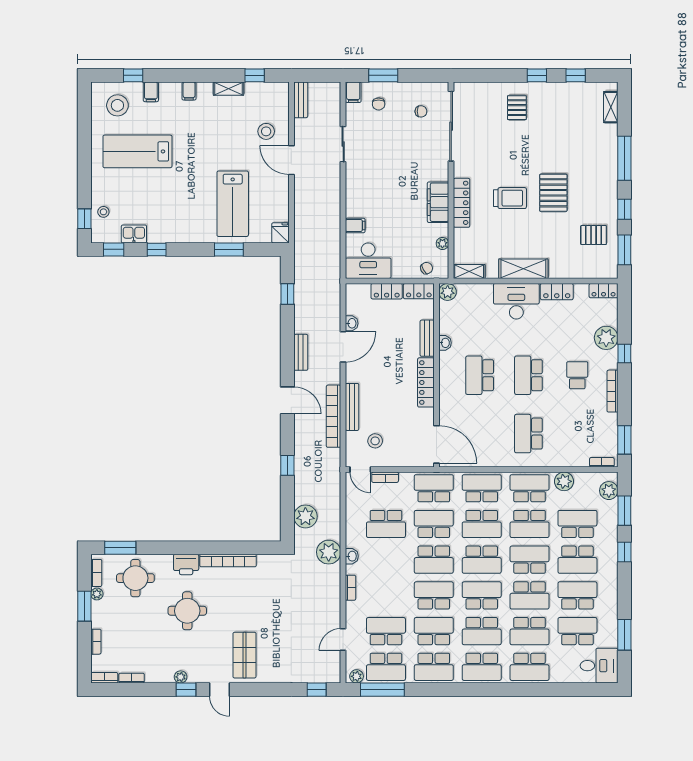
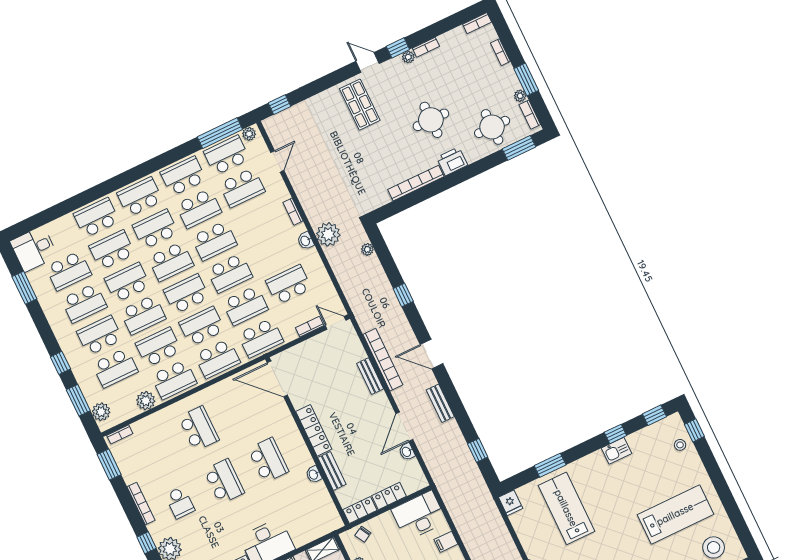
kitchen sink: (134, 234) -> (617, 451), moved
plant: (448, 292) -> (333, 522), removed
bench: (352, 407) -> (370, 376), width x0.73
stool: (375, 441) -> (334, 355), removed
plant: (305, 516) -> (367, 249), width x0.53, depth x0.53
school desk: (434, 560) -> (230, 273), turned 180
bookcase: (132, 678) -> (426, 47), moved

